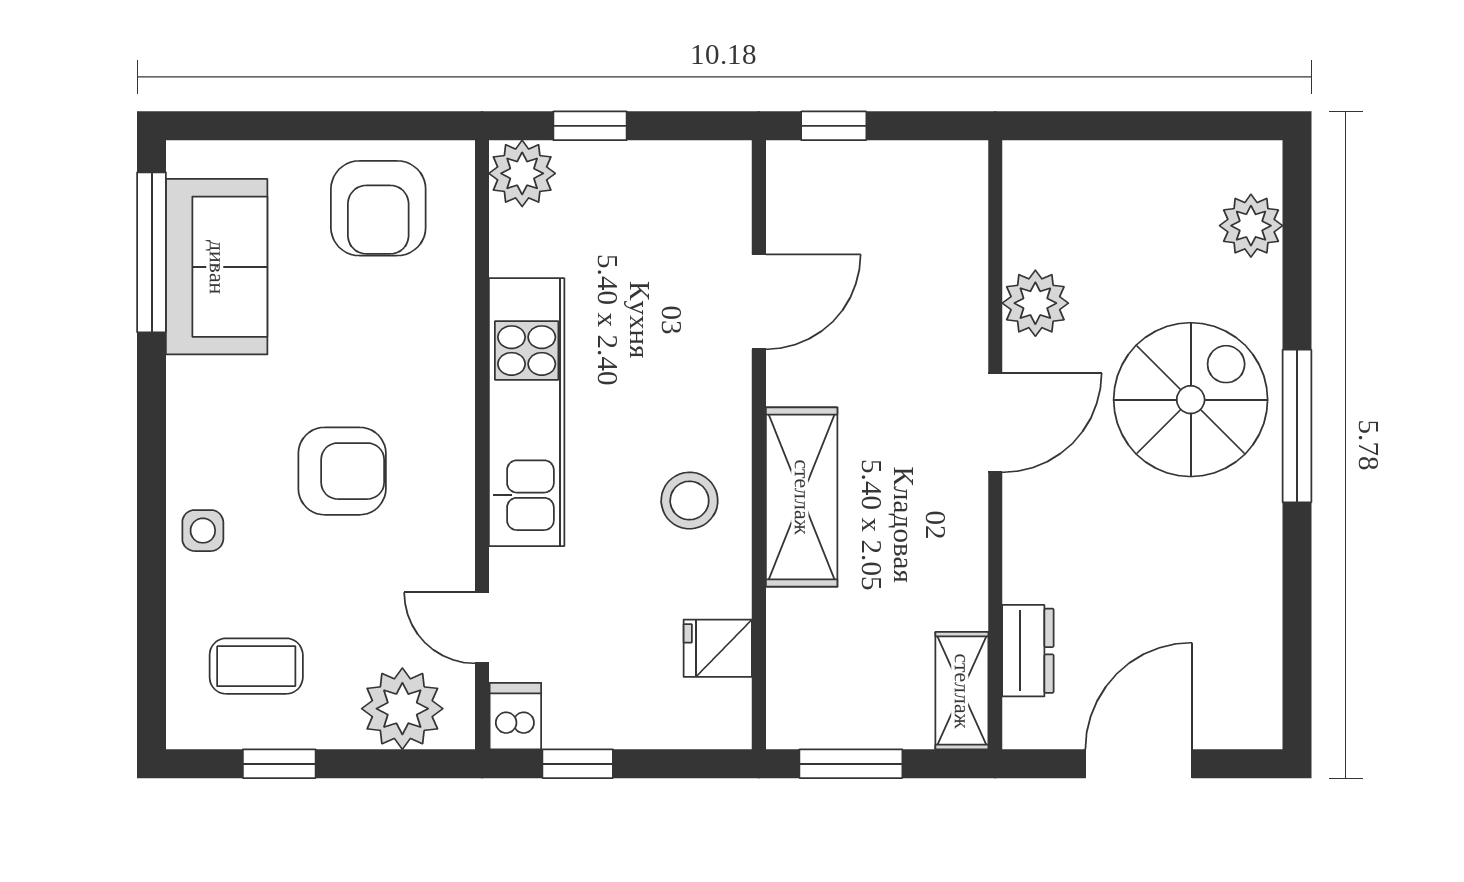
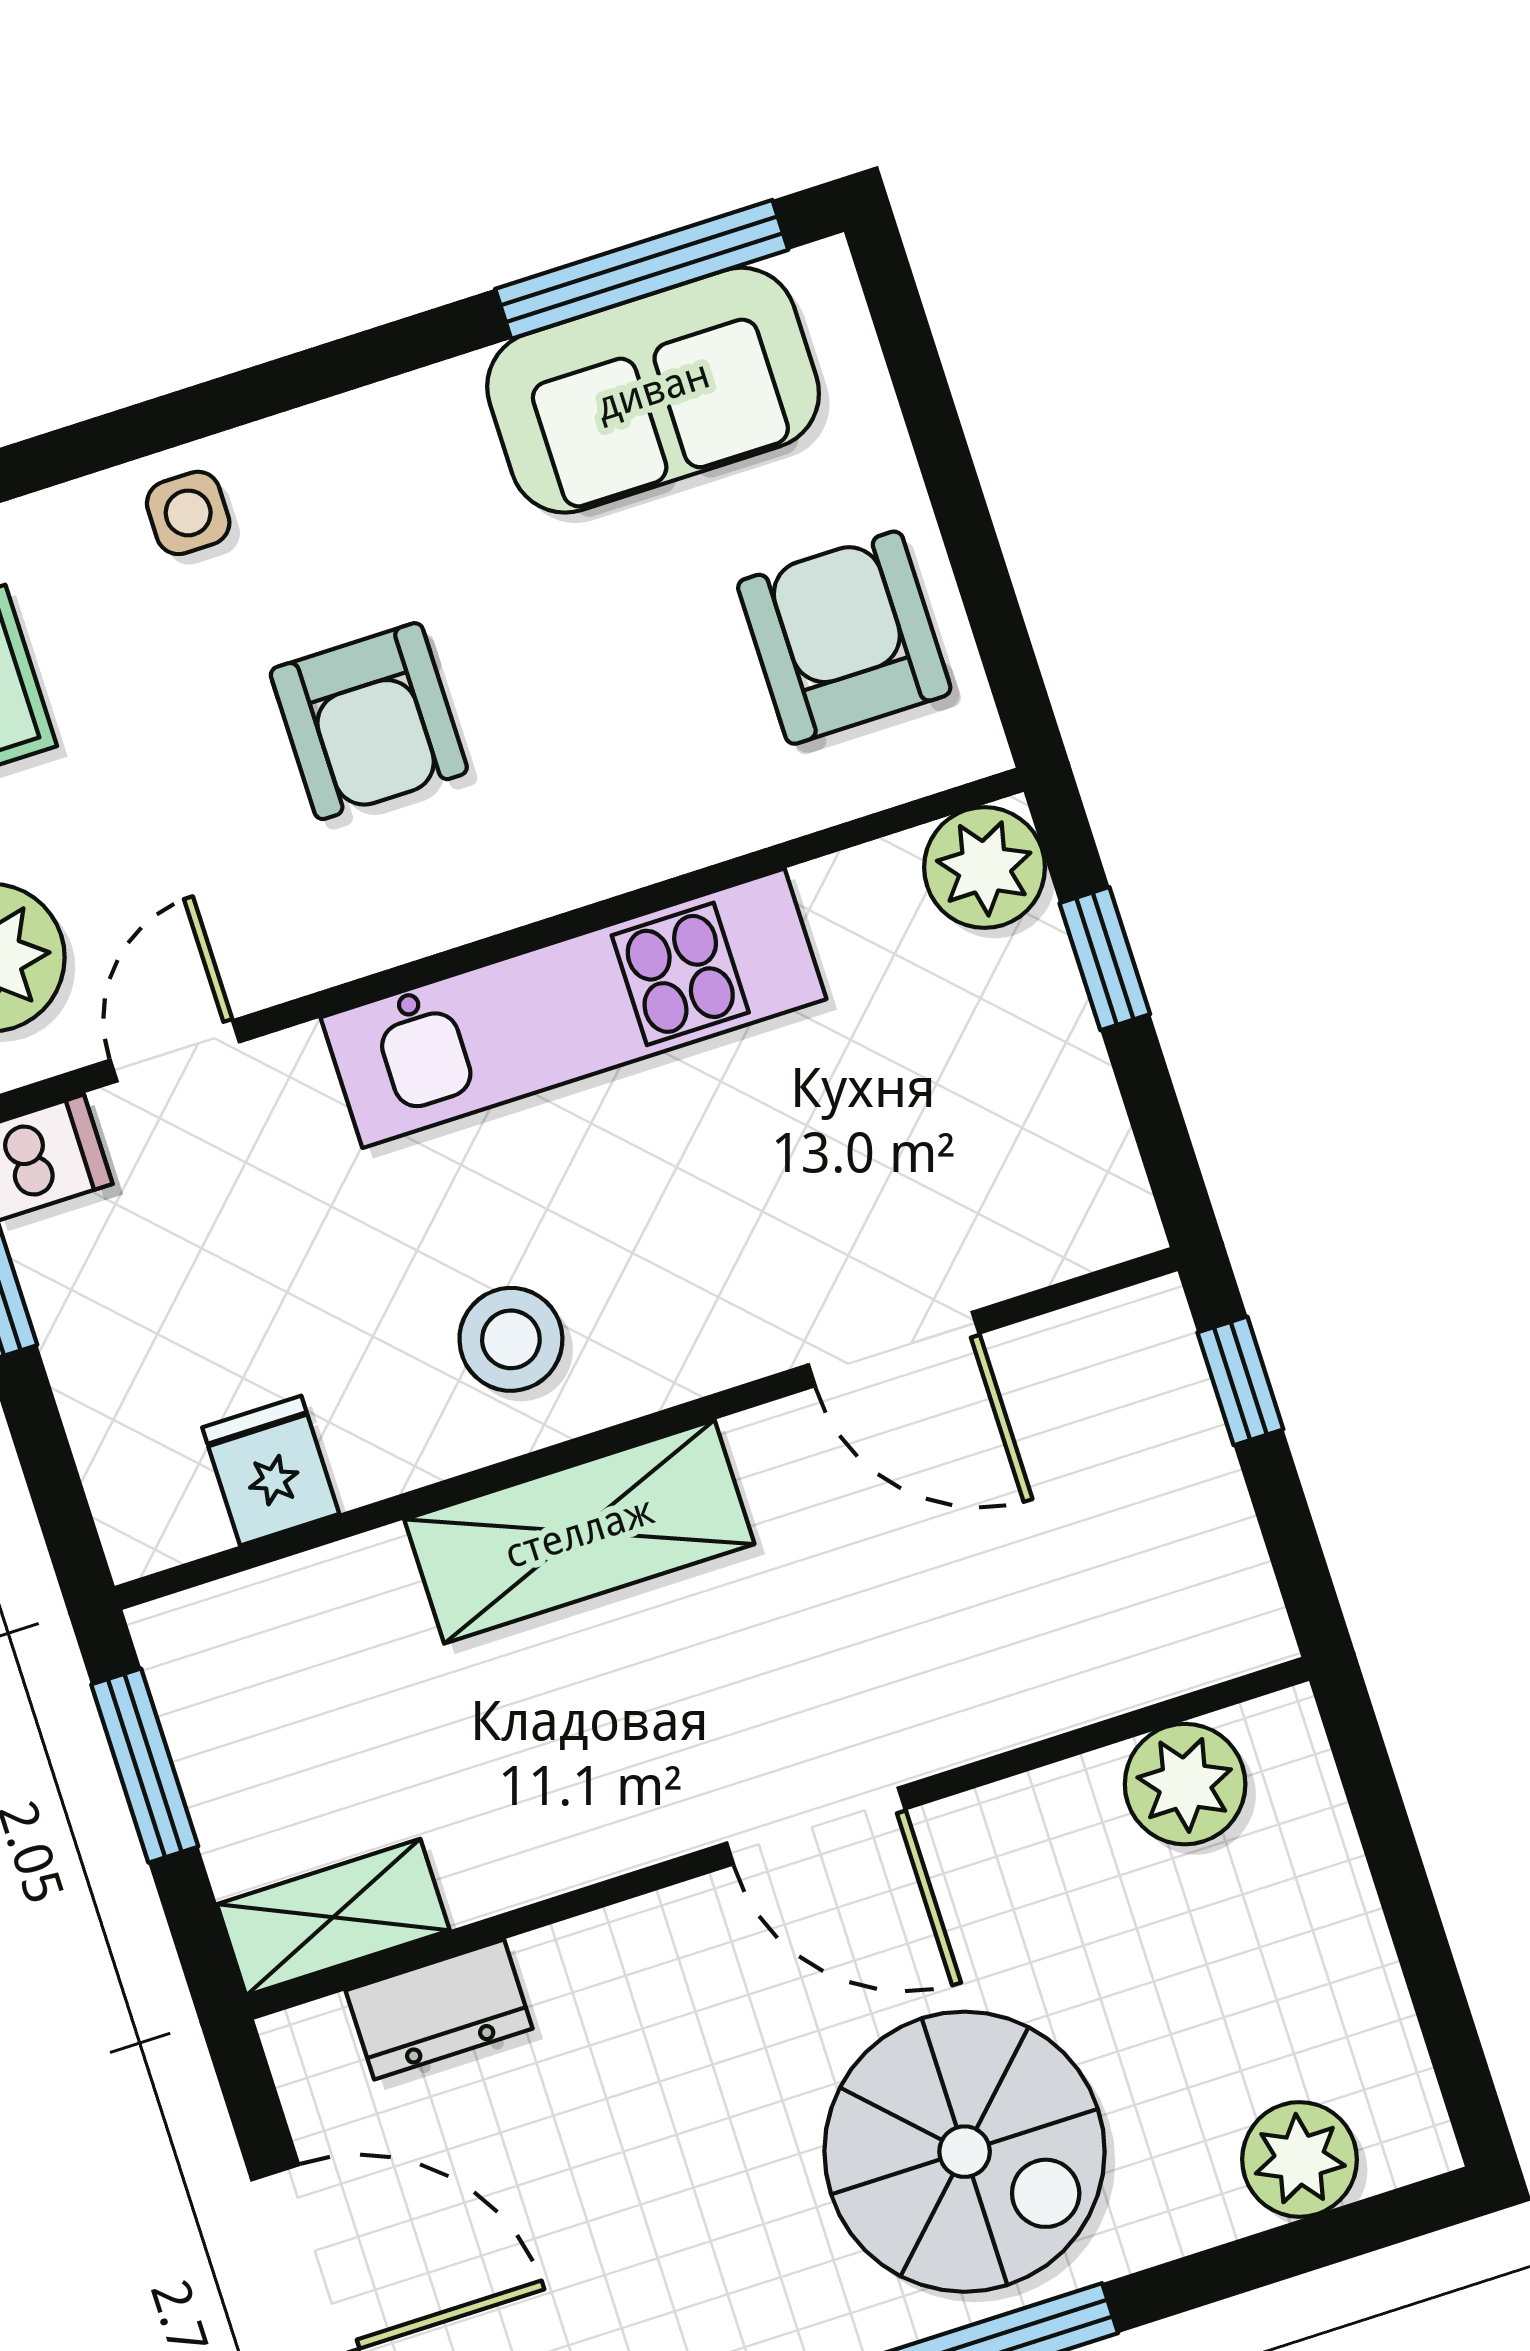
armchair: (378, 208) -> (844, 638), turned 90
plant: (1035, 303) -> (1185, 1784), moved

